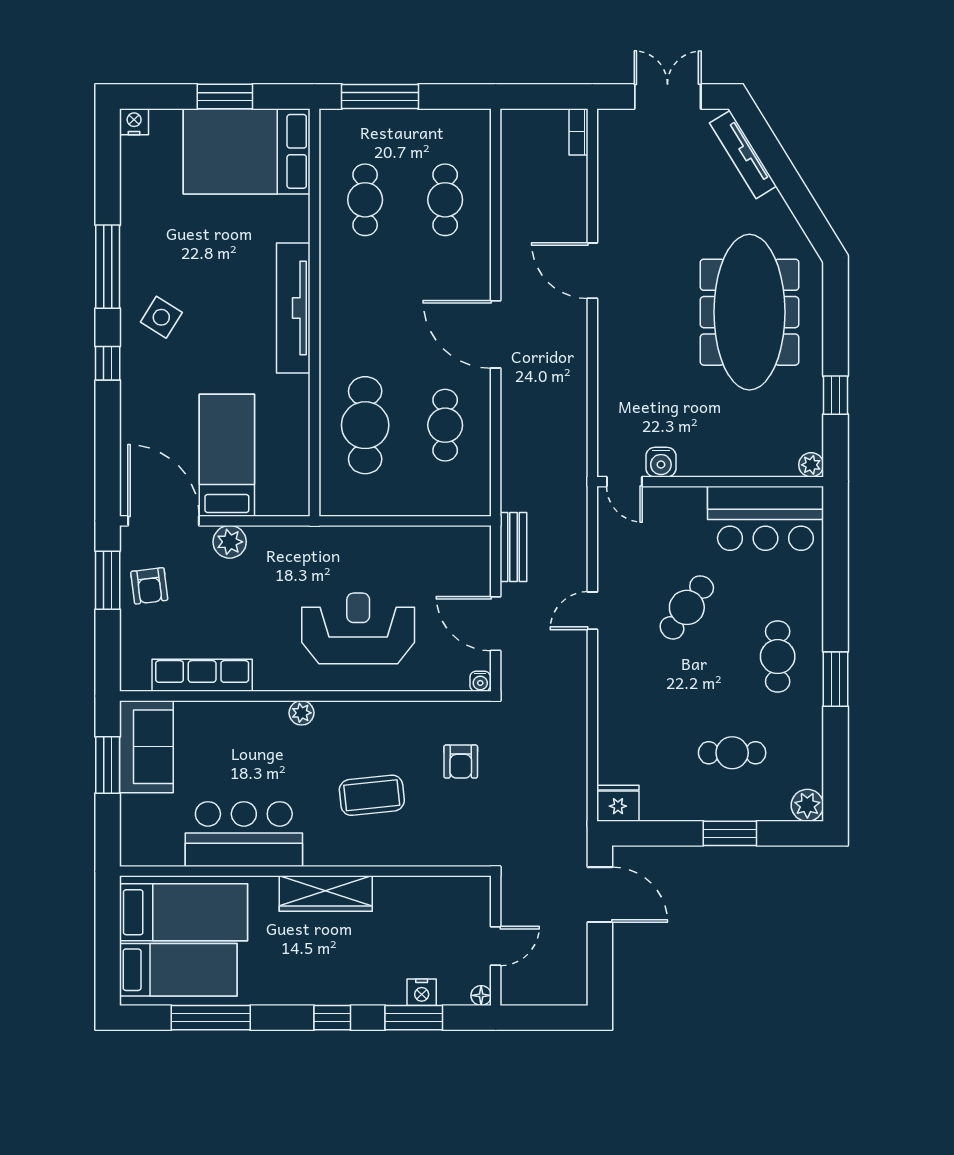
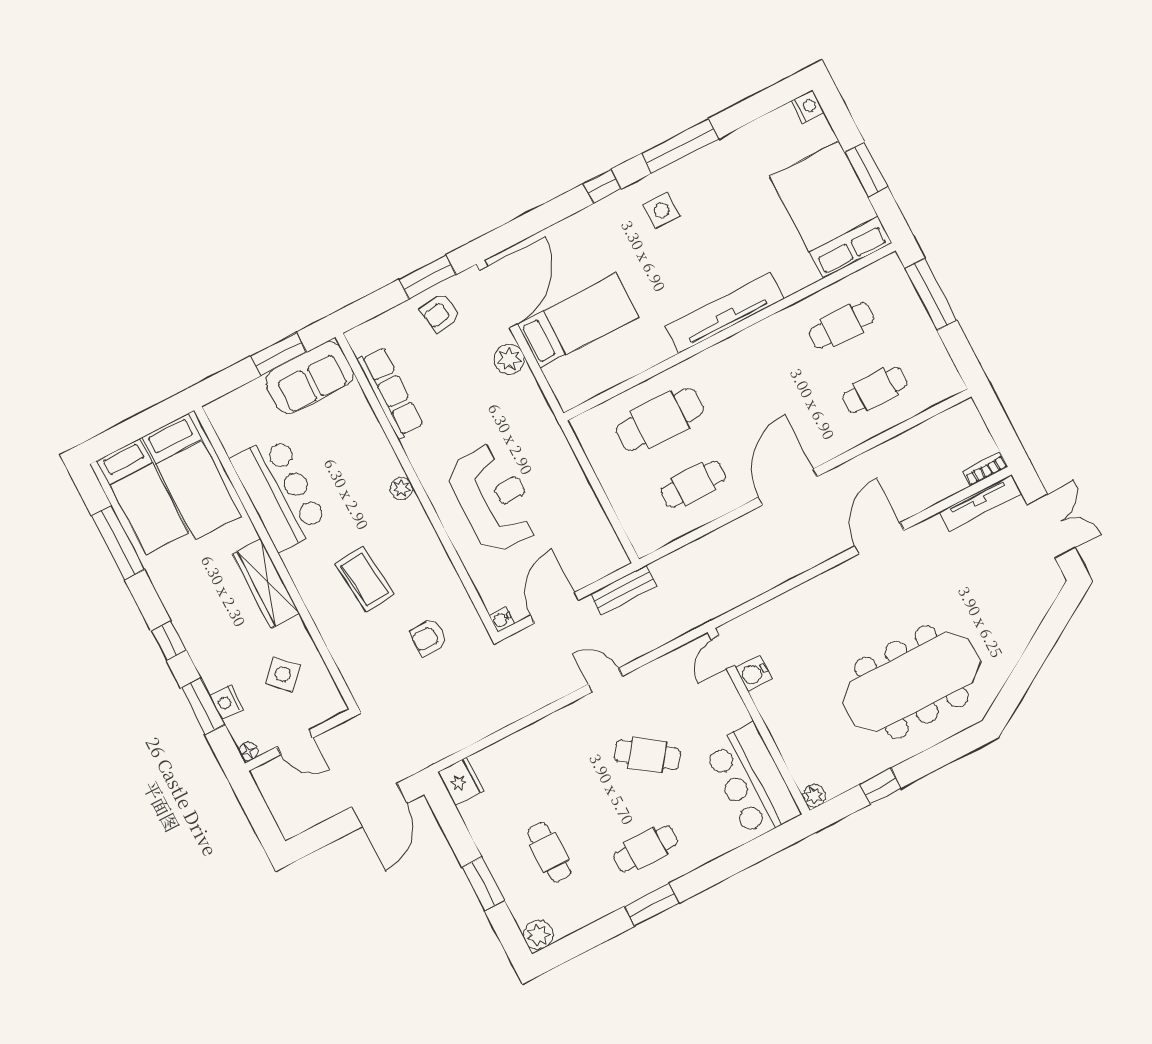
tv unit: (743, 155) -> (980, 503), moved, turned -148
side table: (161, 317) -> (662, 210), turned -32
side table: (423, 923) -> (283, 674), added

